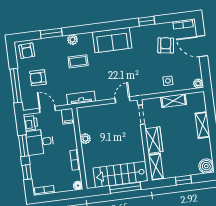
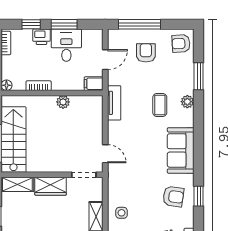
armchair: (166, 45) -> (173, 197), moved
printer: (31, 123) -> (41, 37), moved

